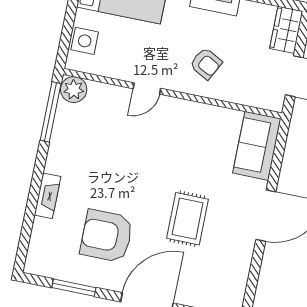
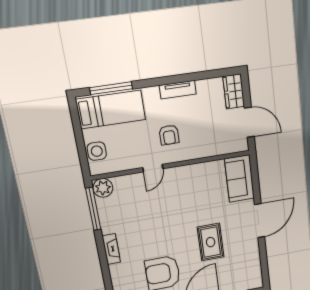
armchair: (206, 64) -> (169, 135), moved, turned 62
fireplace: (47, 196) -> (111, 249), moved

